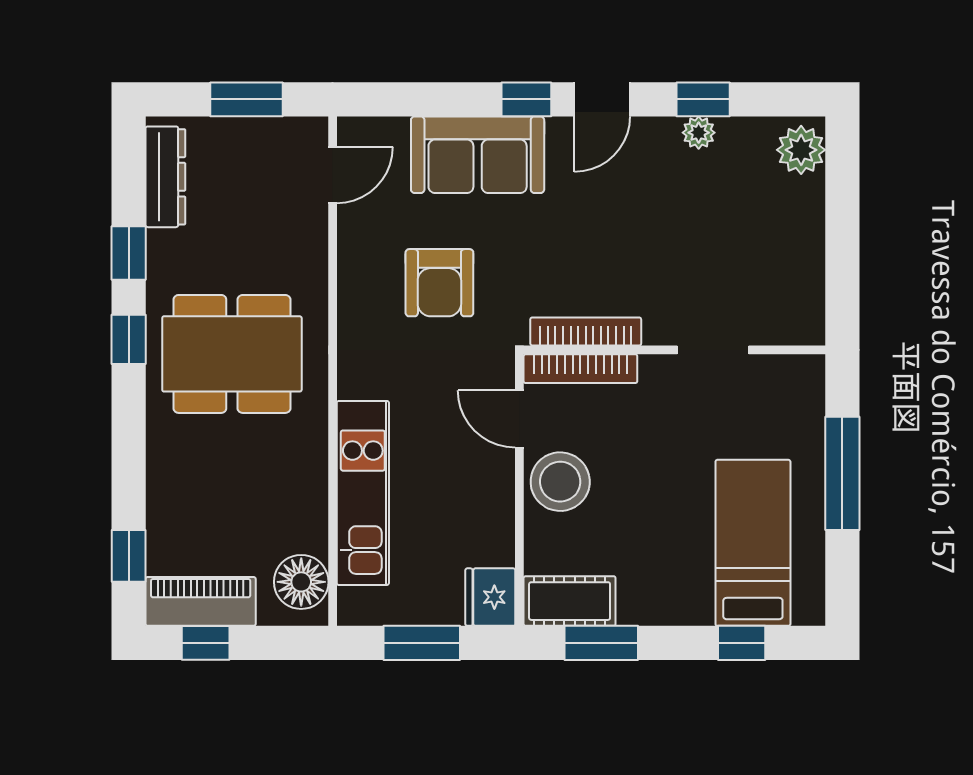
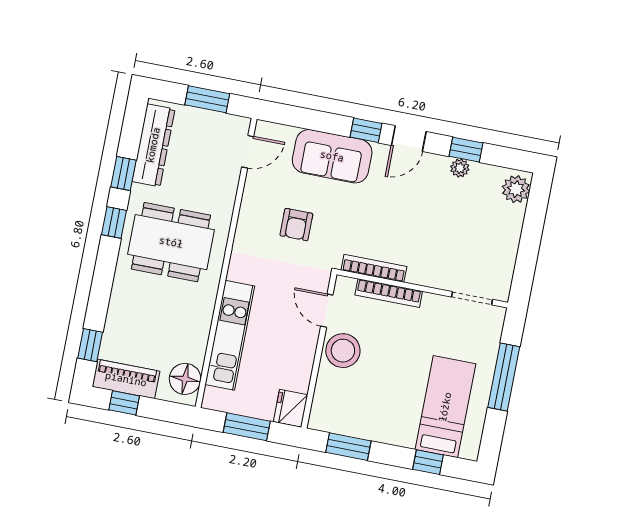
dresser: (165, 177) -> (153, 145), width x1.37, depth x1.24
armchair: (439, 283) -> (296, 225), width x0.72, depth x0.72
doorway: (713, 350) -> (472, 298), moved
bookcase: (580, 369) -> (389, 293), moved
cot: (570, 601) -> (335, 419), removed

